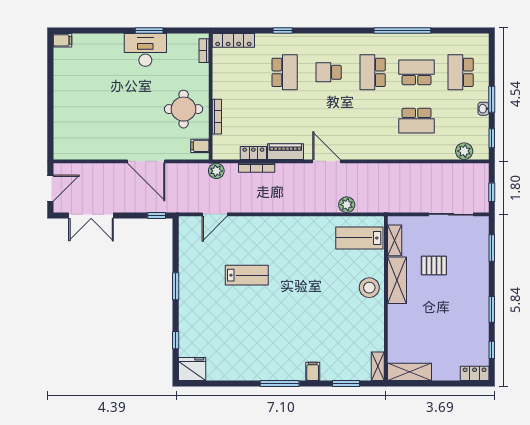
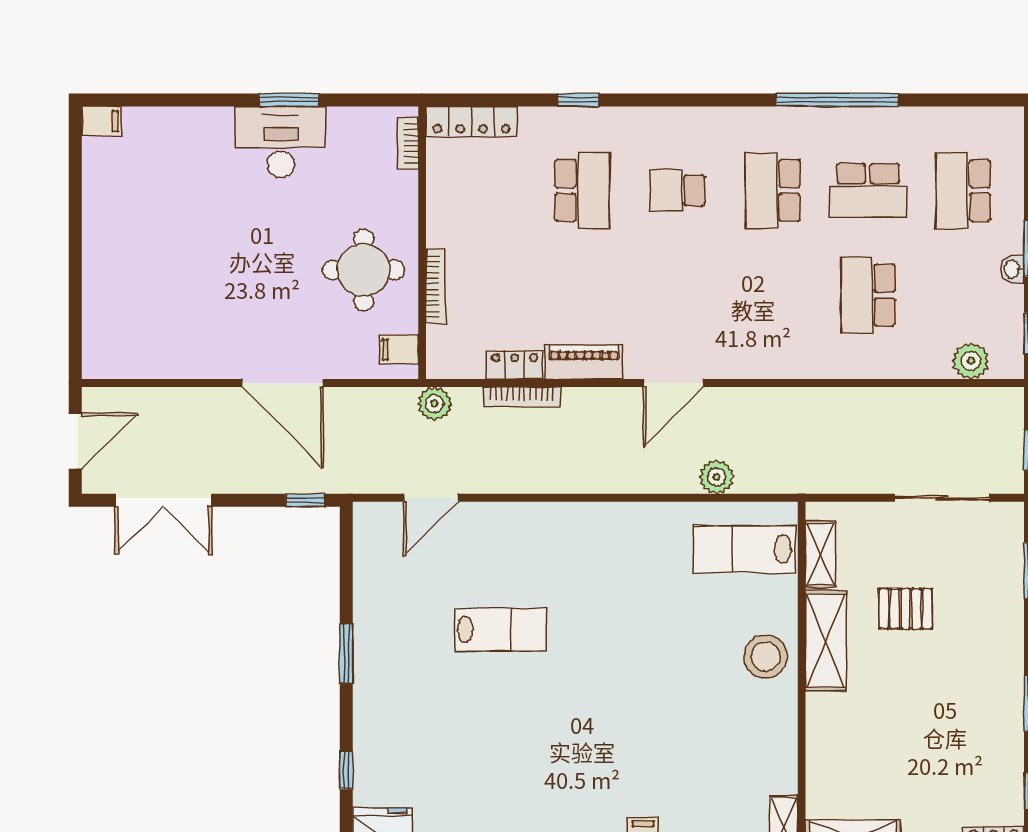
school desk: (417, 72) -> (868, 190), turned 180
school desk: (417, 121) -> (868, 295), turned 90
door: (327, 161) -> (673, 383), swing flipped

